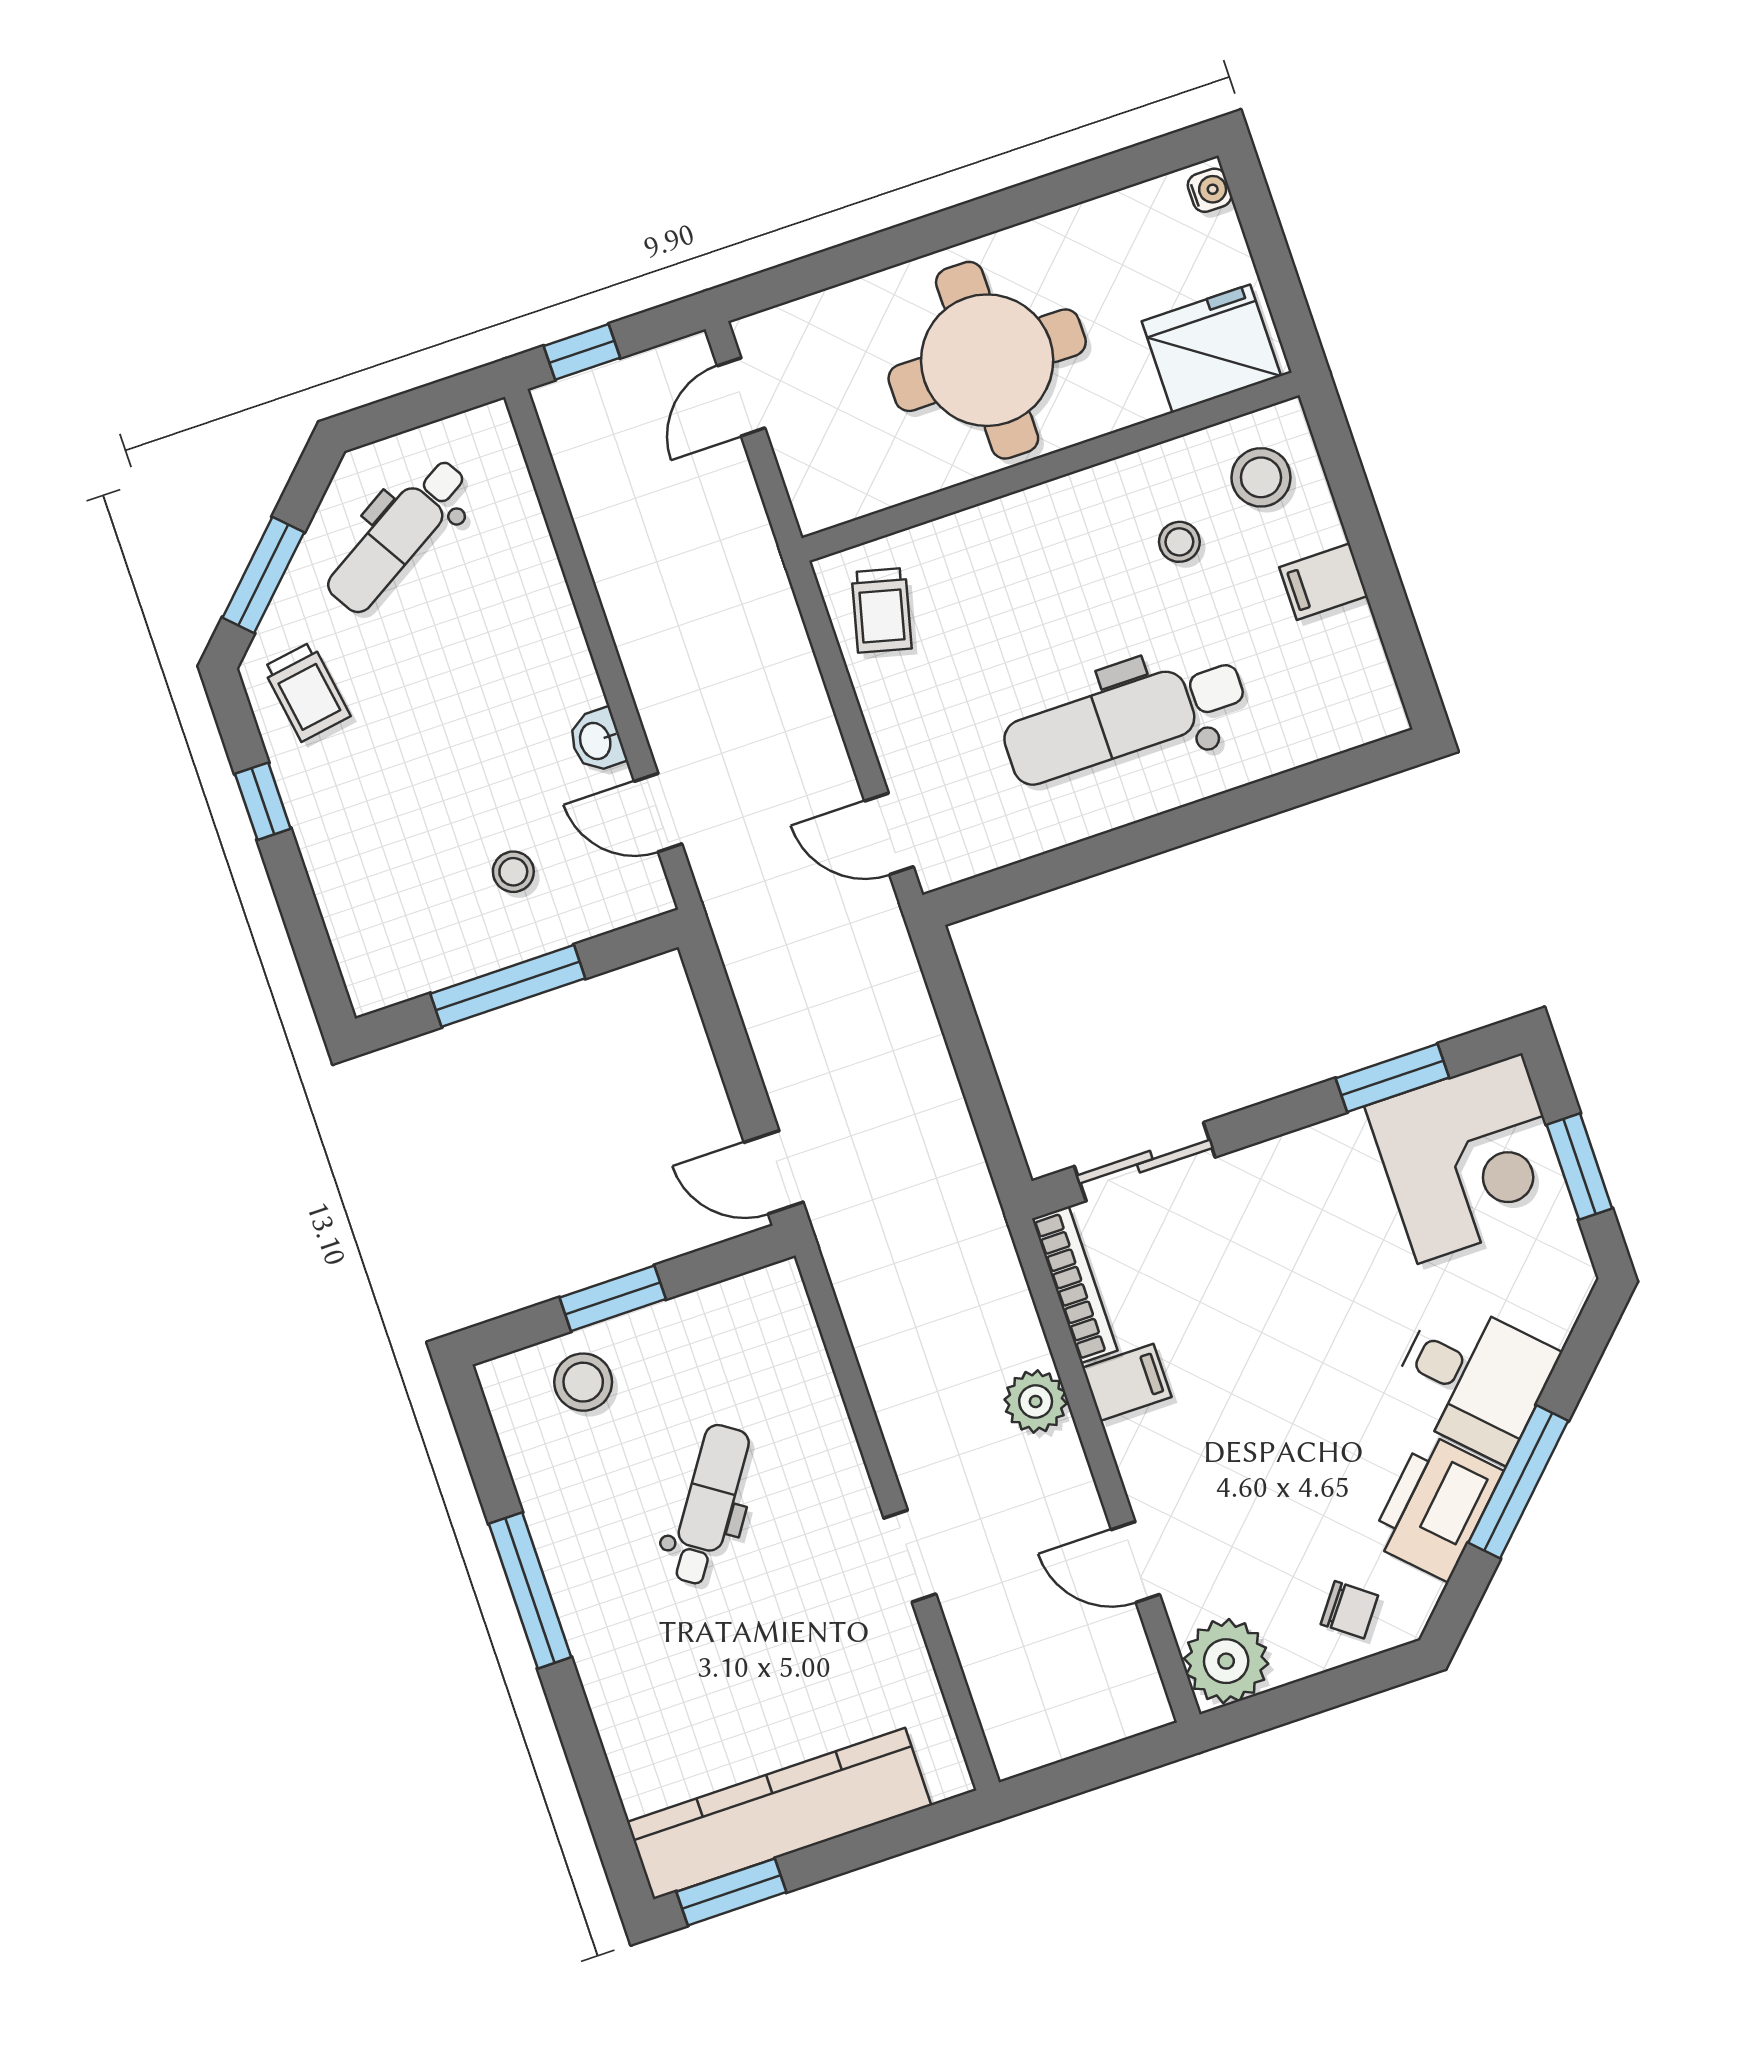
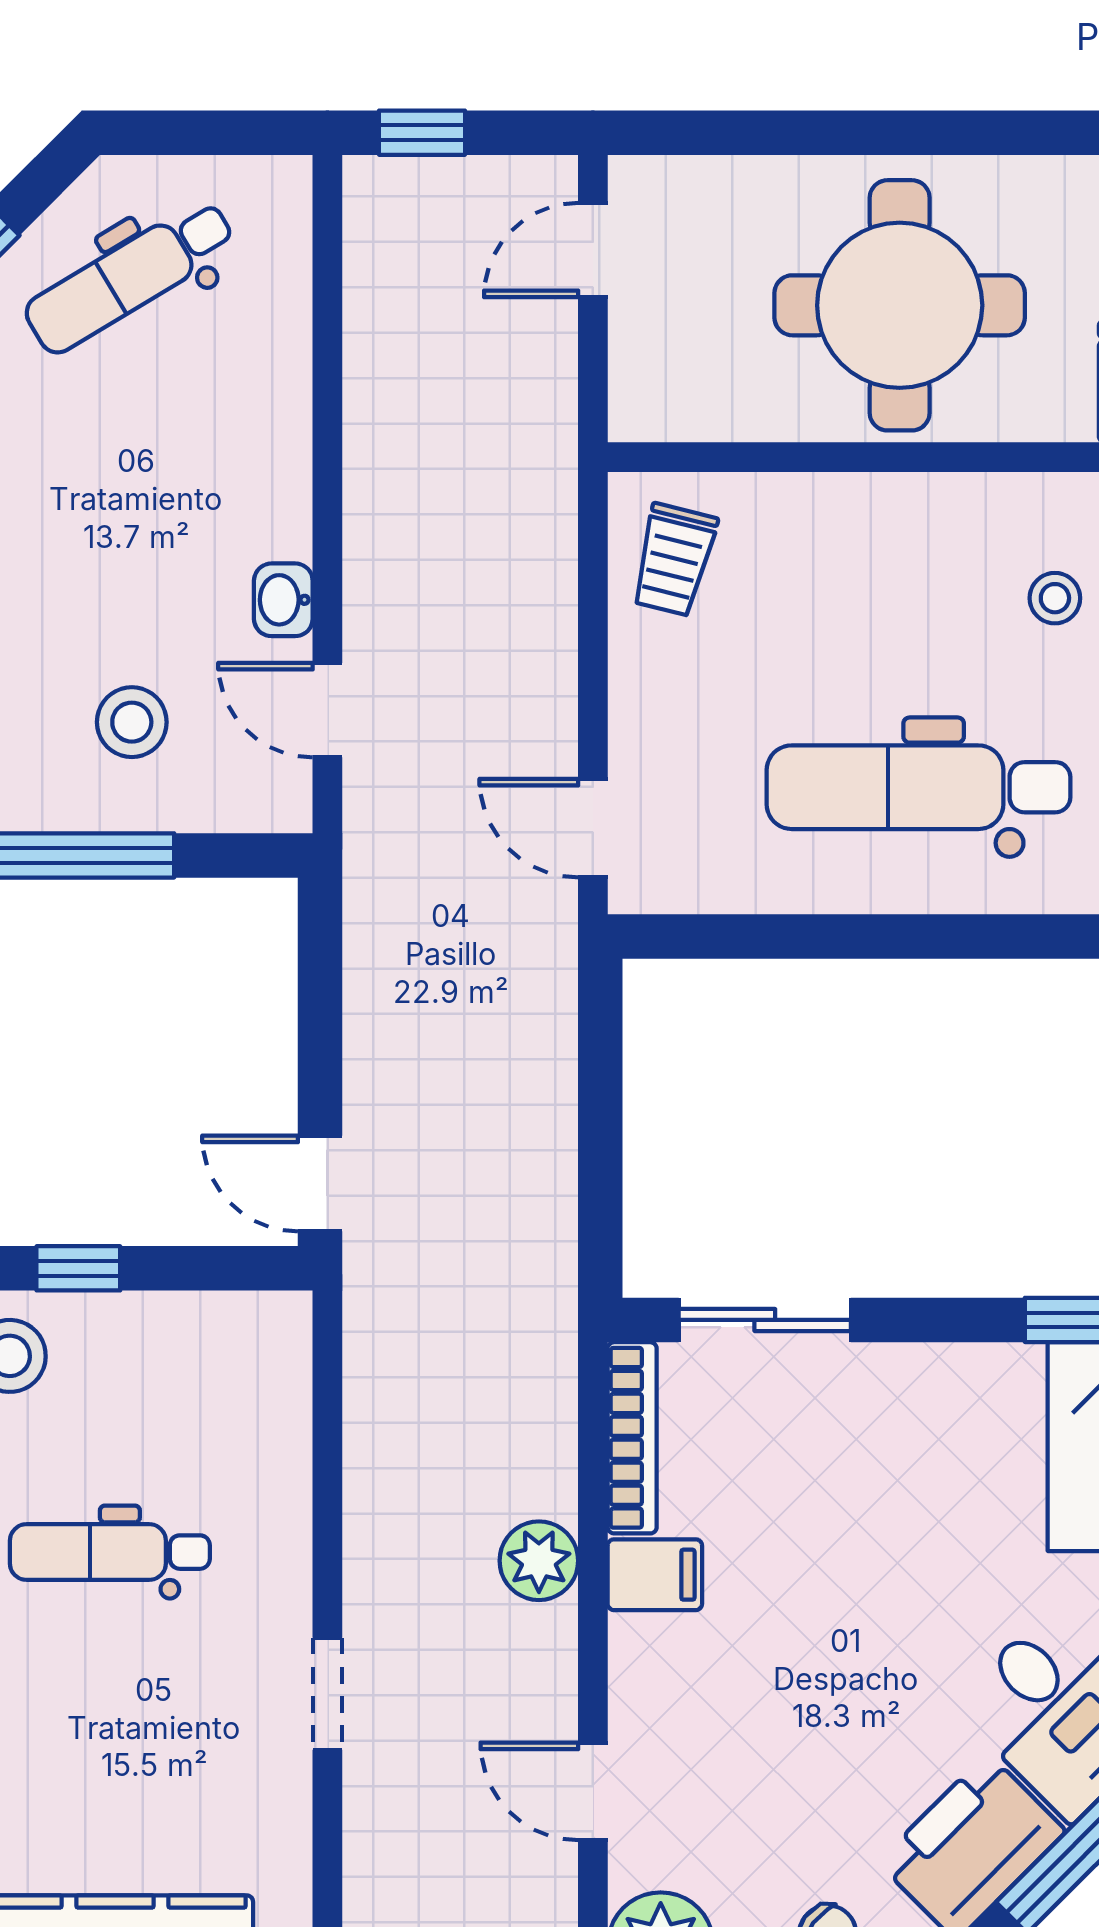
stool: (513, 872) -> (132, 722), width x1.37, depth x1.37
window: (613, 1298) -> (78, 1268), width x0.67
dental chair: (709, 1505) -> (110, 1552), turned -124

